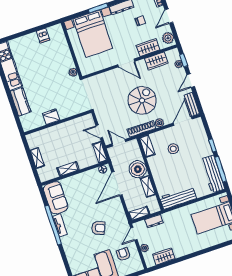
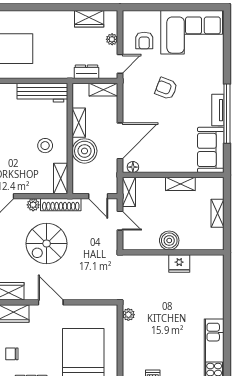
kitchen counter: (21, 102) -> (214, 298), removed
boiler: (63, 130) -> (169, 240), added
stool: (173, 149) -> (45, 146), moved

